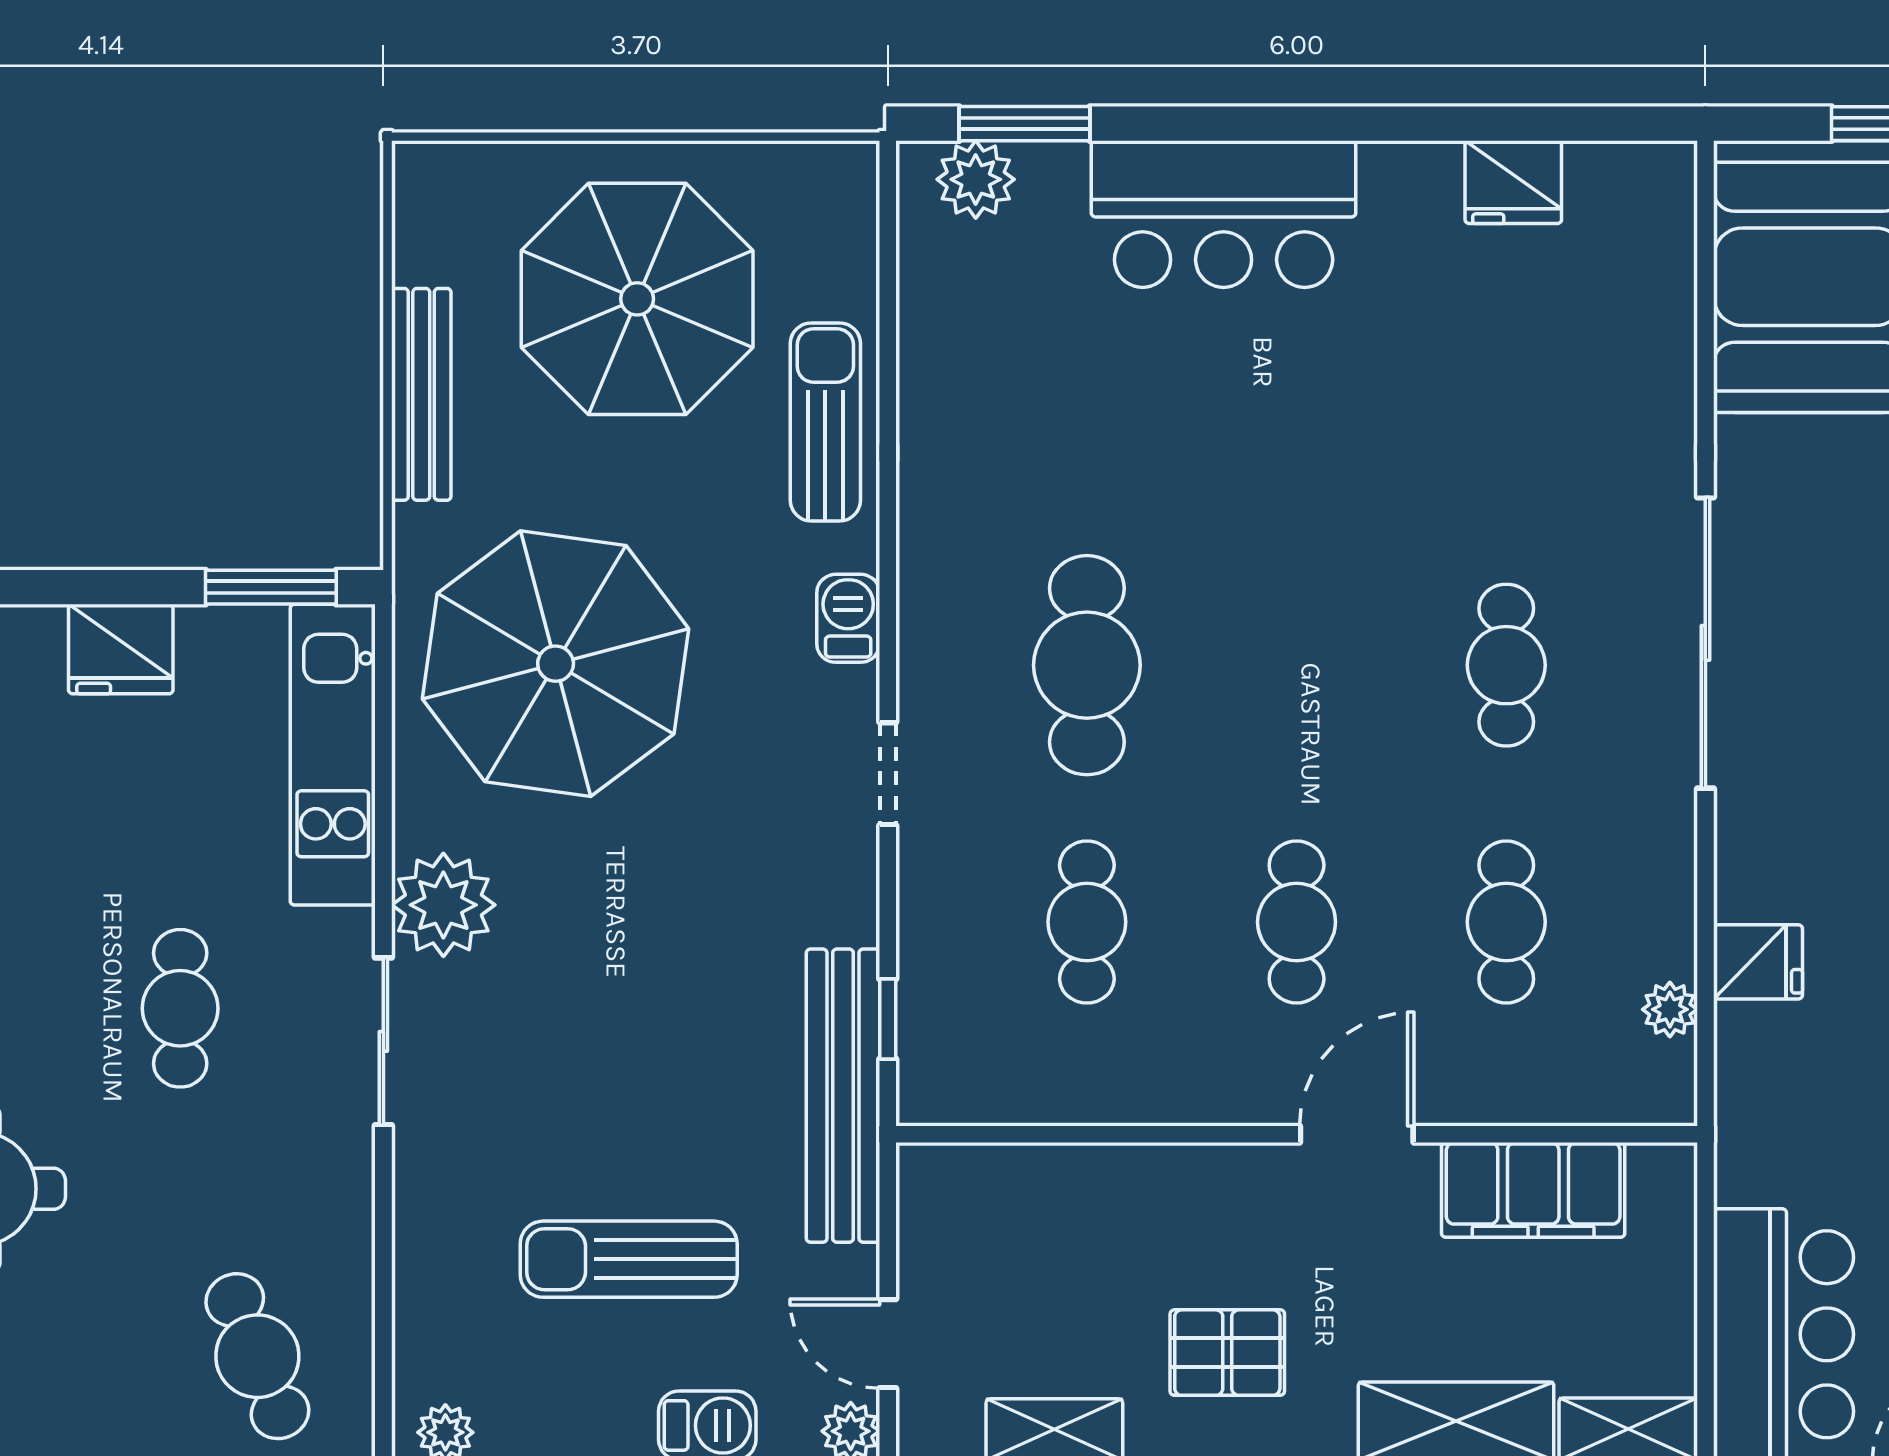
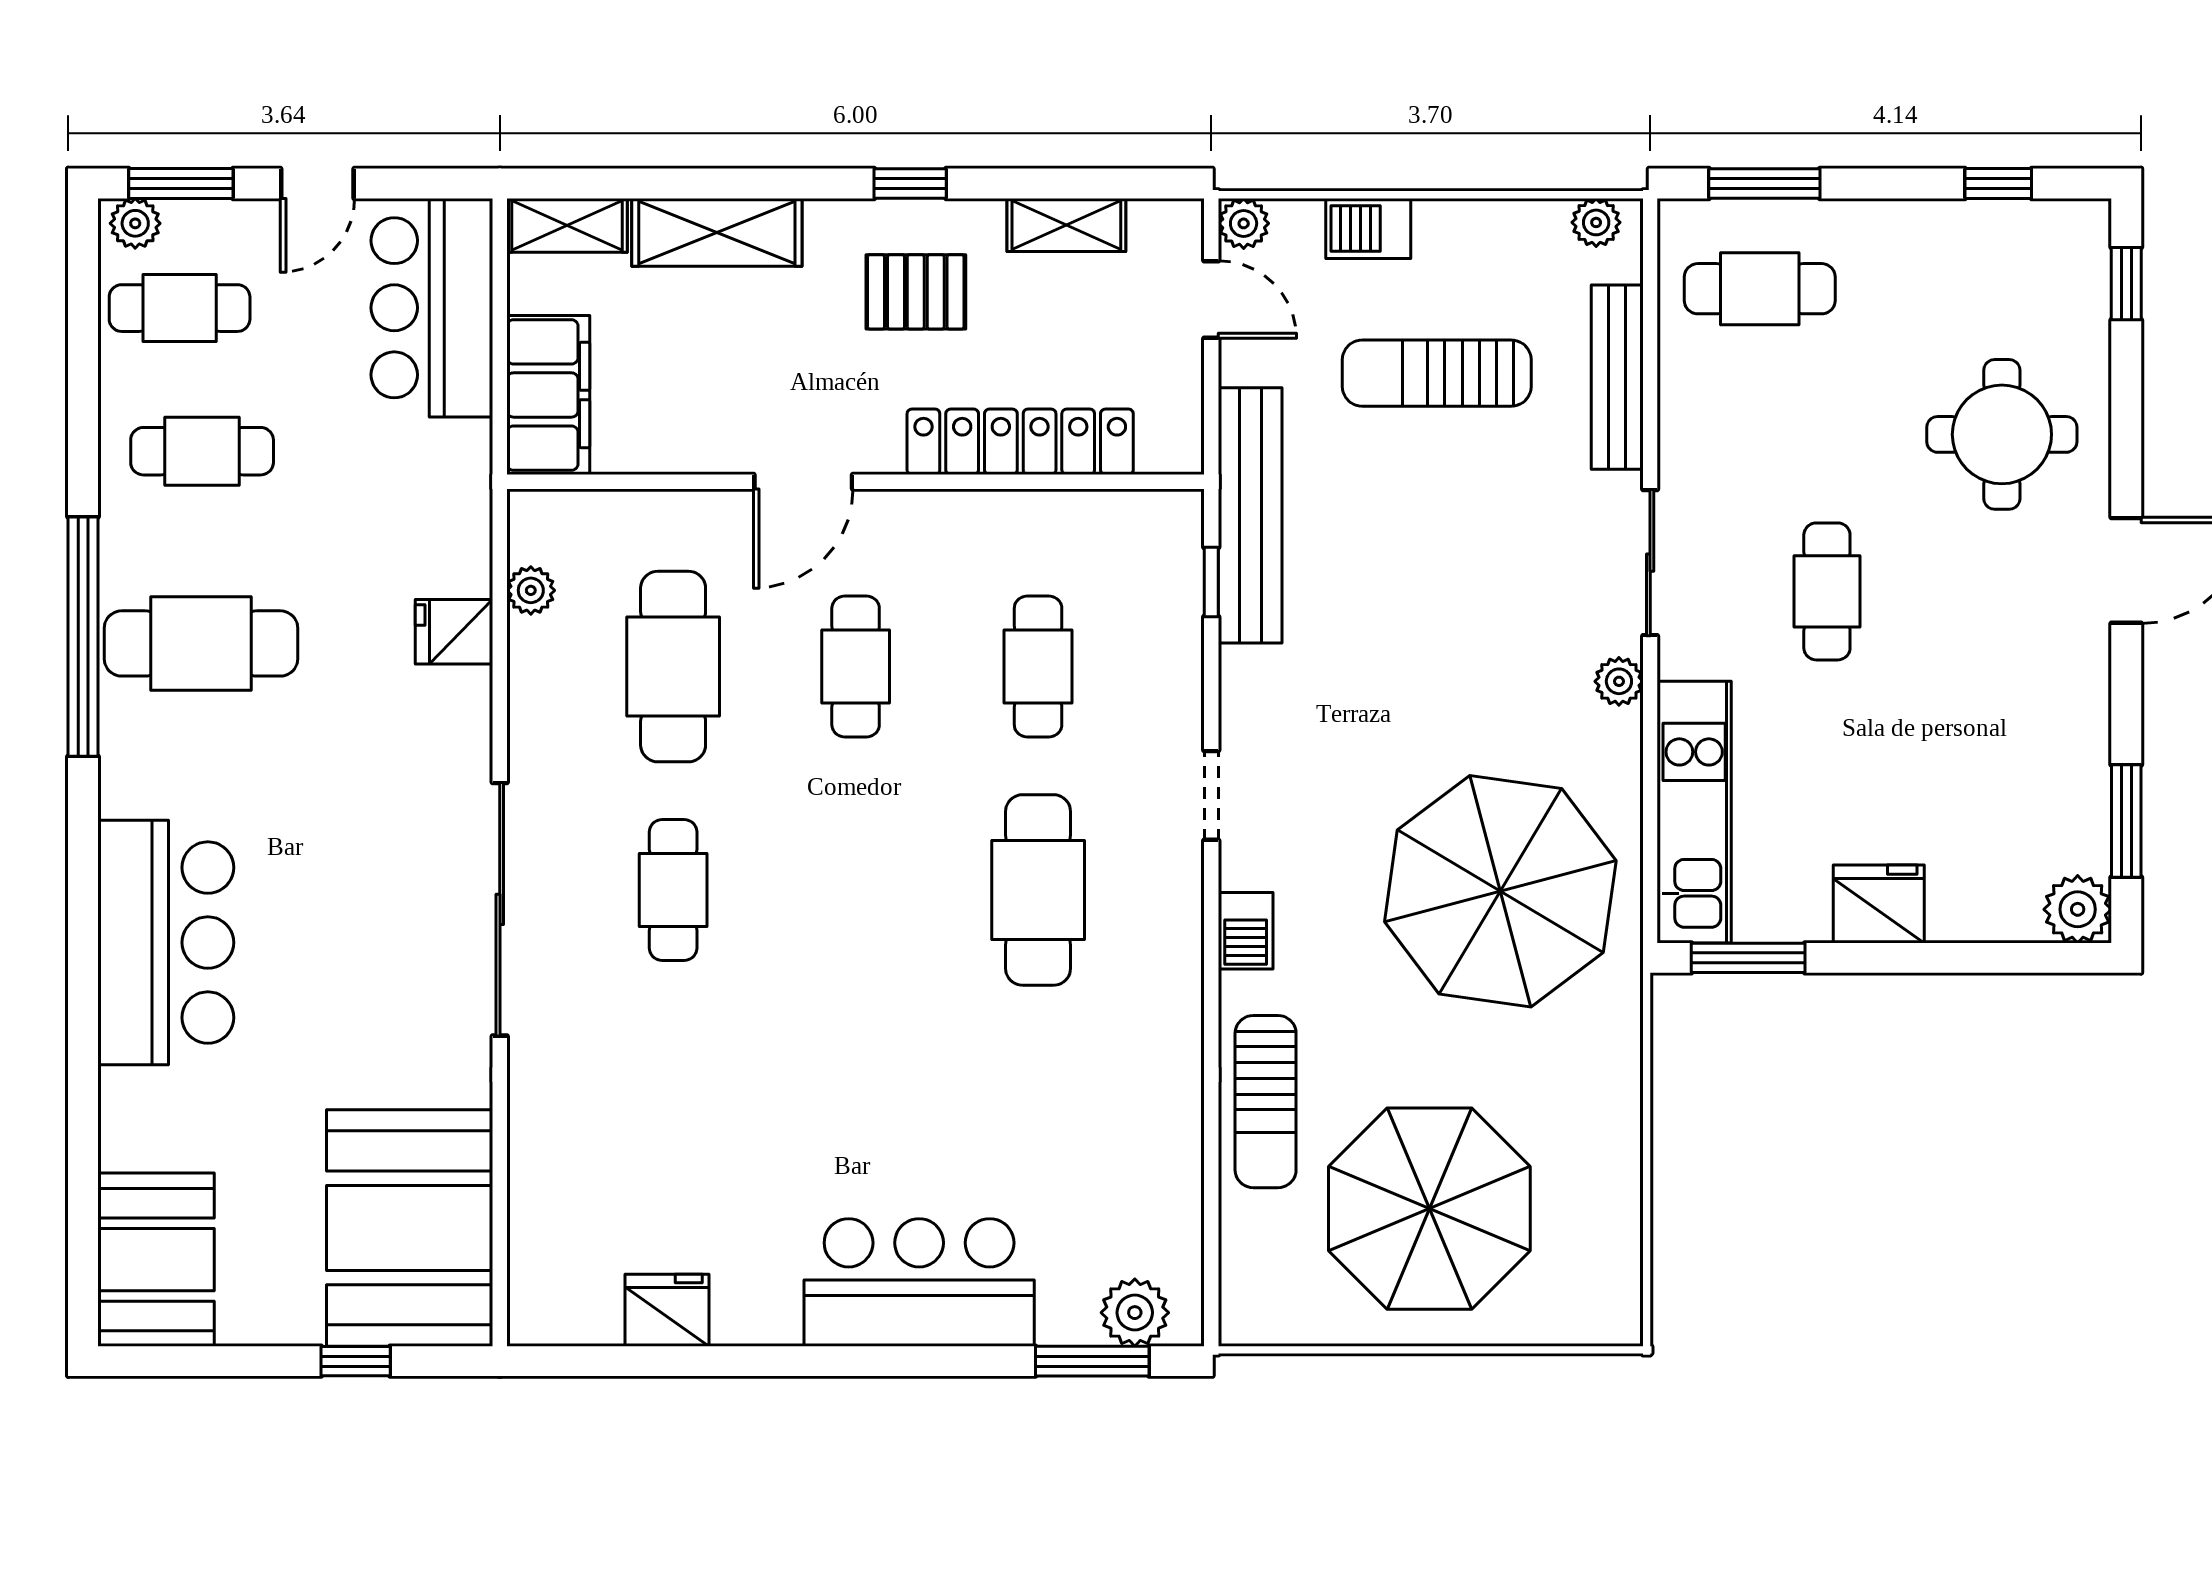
bench: (421, 394) -> (1617, 377), moved
plant: (443, 905) -> (1619, 681), width x0.53, depth x0.53
cafe table: (1506, 922) -> (673, 667), width x1.37, depth x1.35
locker: (1107, 1180) -> (1020, 442), added
filing cabinet: (1533, 1190) -> (548, 395), moved, turned 90
sun lounger: (629, 1259) -> (1437, 373), turned 180
cafe table: (257, 1356) -> (1760, 289), turned -68

